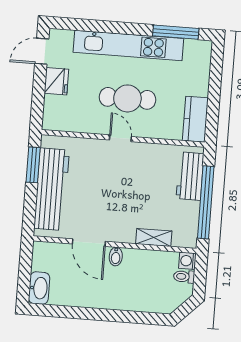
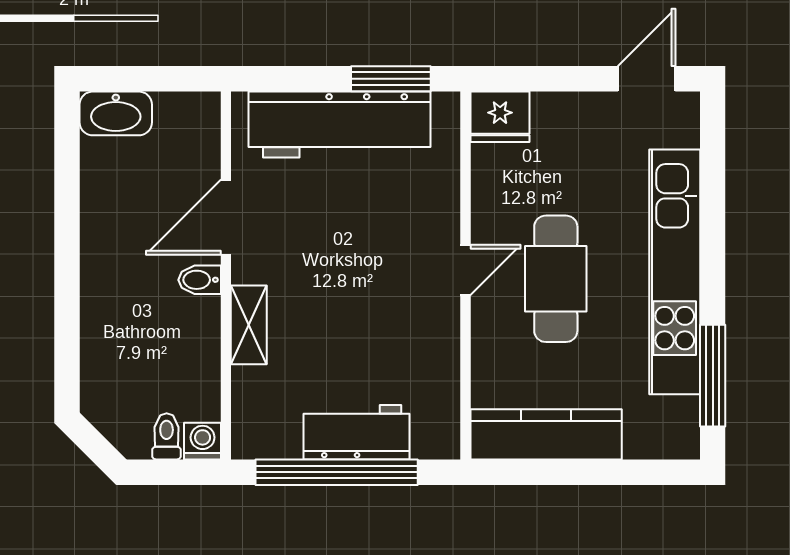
door: (42, 51) -> (647, 79), hinge flipped
fridge: (56, 81) -> (500, 117), moved
kitchen counter: (195, 119) -> (546, 434), width x1.50
workbench: (190, 176) -> (357, 432), moved
shelving: (154, 238) -> (249, 325), moved

